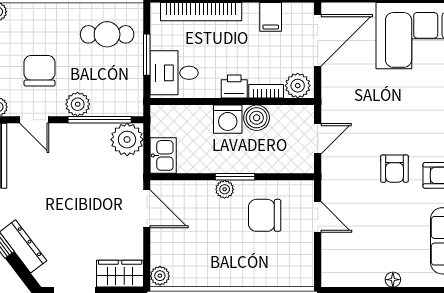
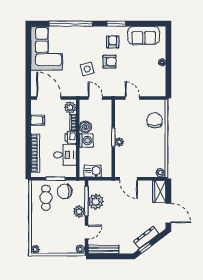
chair: (40, 71) -> (65, 191), moved
desk: (174, 73) -> (65, 155), moved, turned -90
side table: (379, 121) -> (87, 69), added
plant: (127, 140) -> (96, 202), moved
kitchen sink: (163, 155) -> (93, 171), moved
door: (147, 209) -> (129, 179), swing flipped
chair: (265, 215) -> (155, 120), moved, turned 180
door: (318, 217) -> (132, 98), hinge flipped

